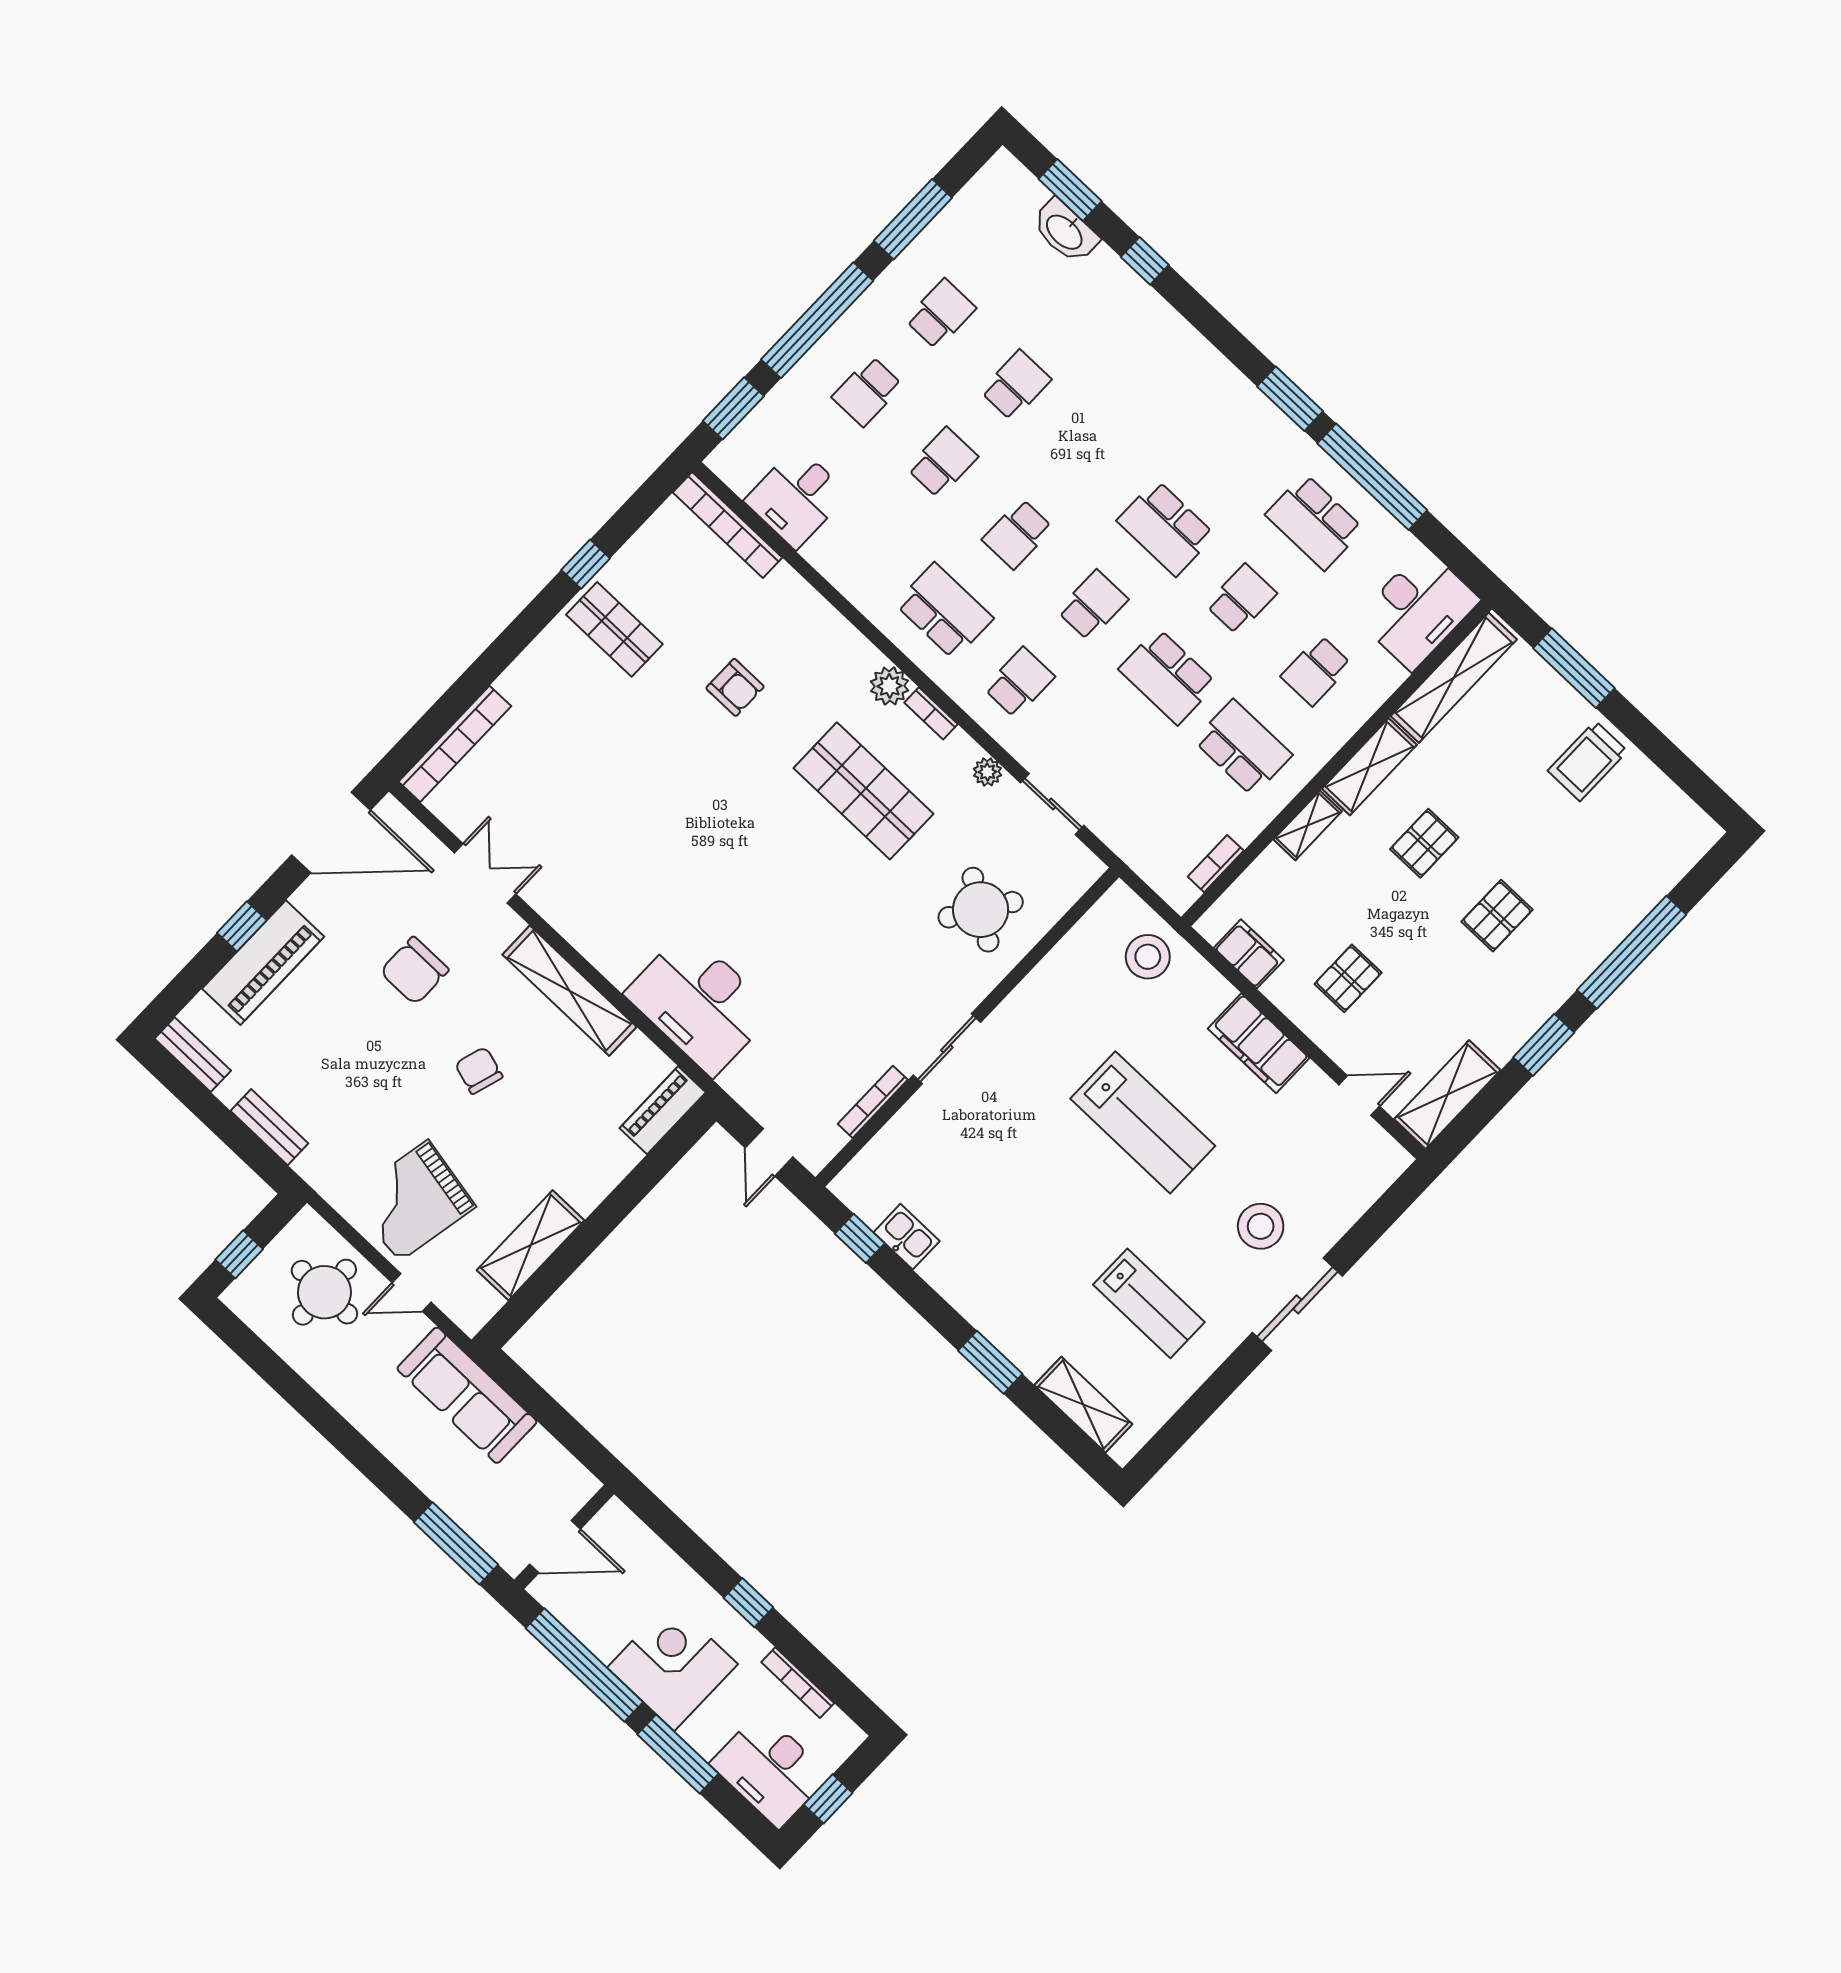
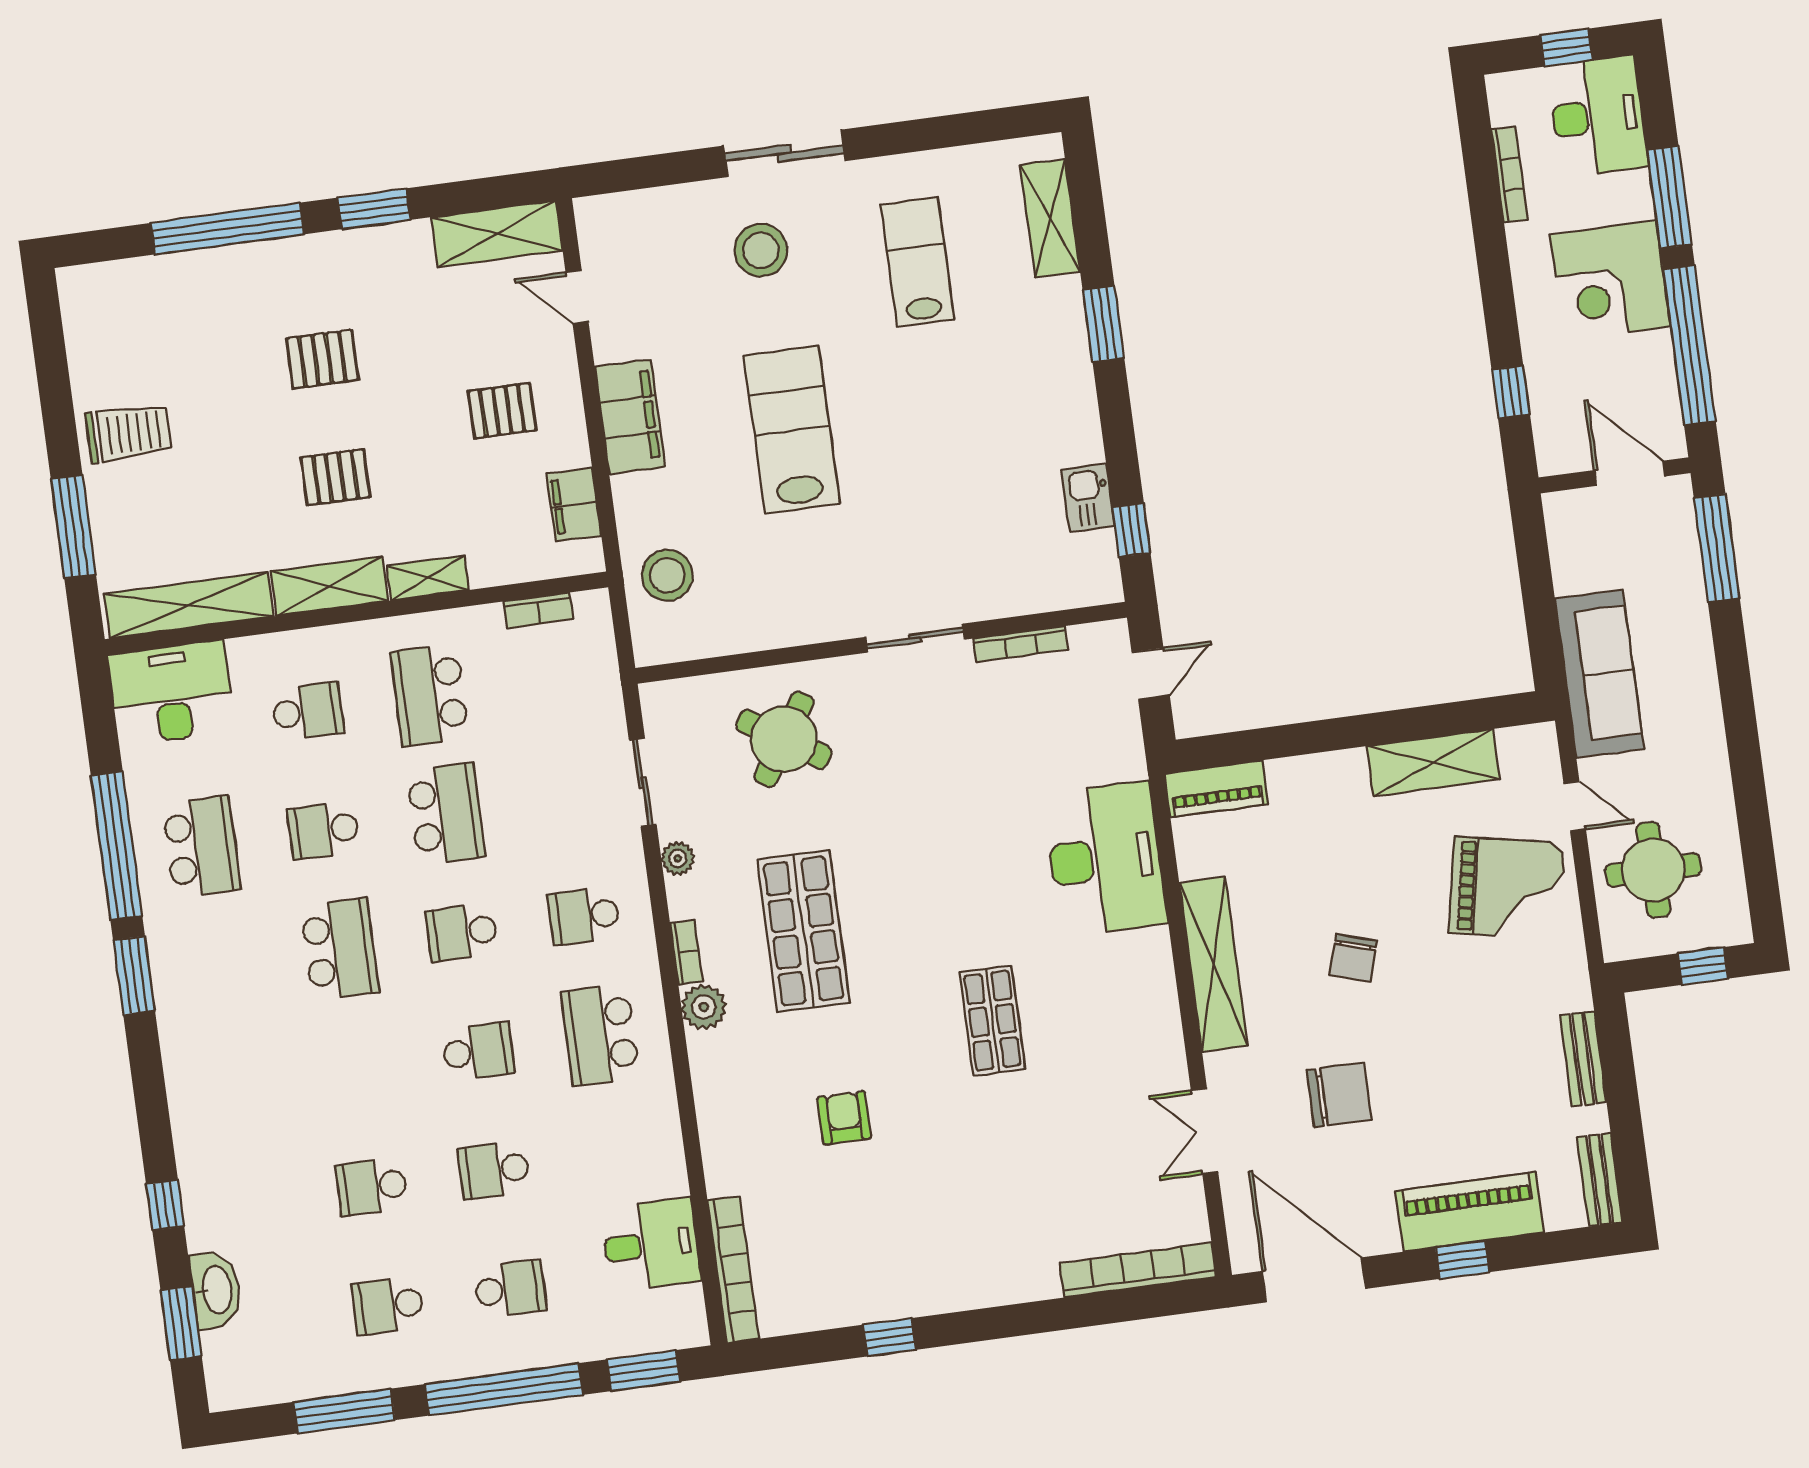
shop shelf: (614, 629) -> (992, 1021), moved
window: (748, 1603) -> (1511, 392), moved

